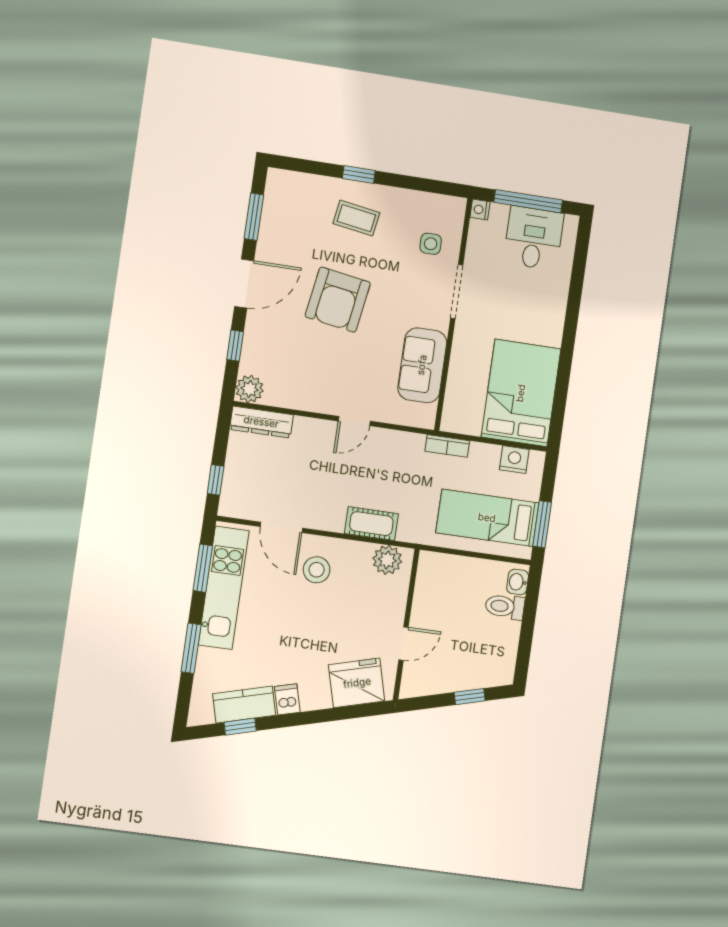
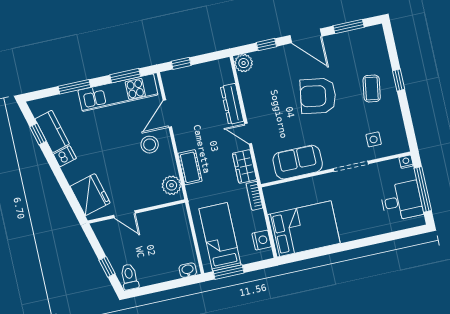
dresser: (261, 422) -> (232, 104), moved
wardrobe: (400, 444) -> (244, 166), added
toilet: (505, 607) -> (129, 277), moved

